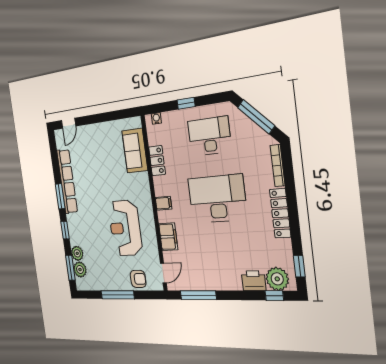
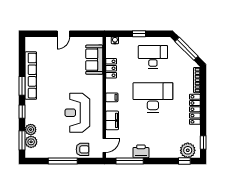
door: (69, 123) -> (63, 34), moved
printer: (254, 281) -> (141, 151), moved

